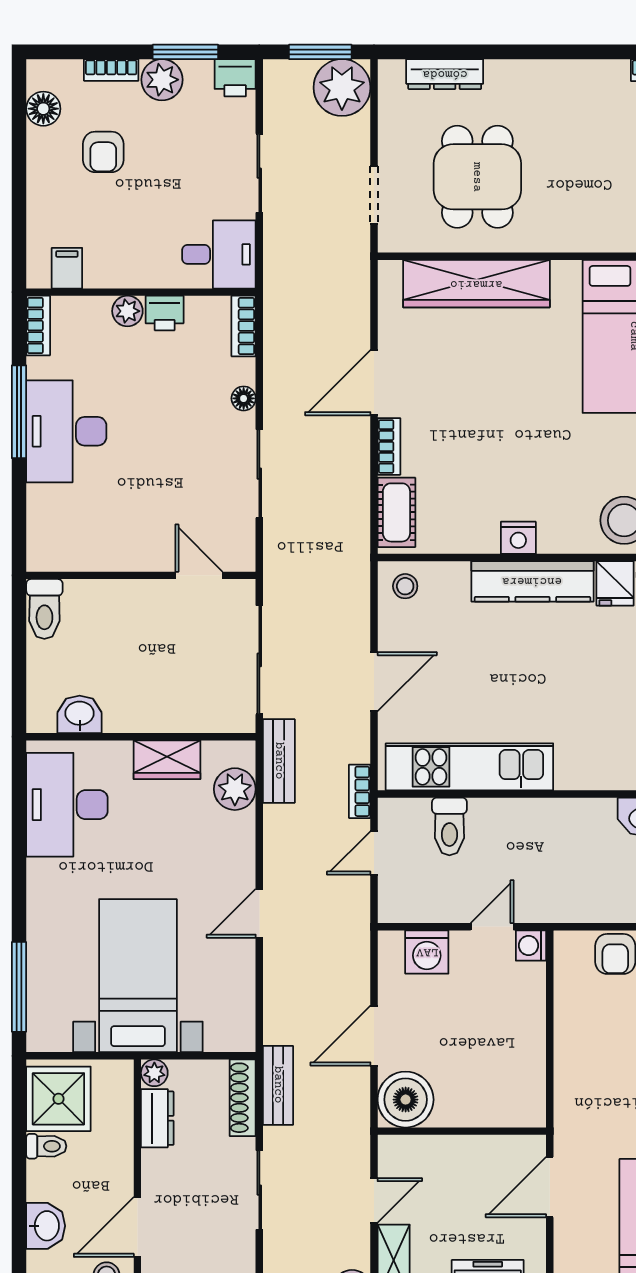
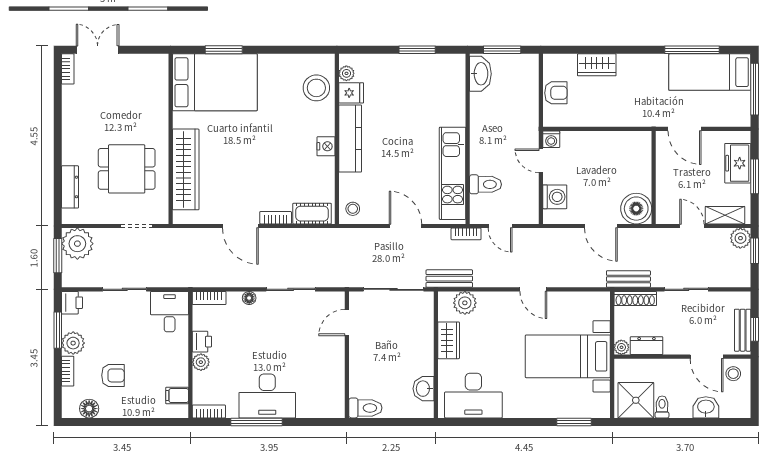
window: (19, 987) -> (574, 422), width x0.69

